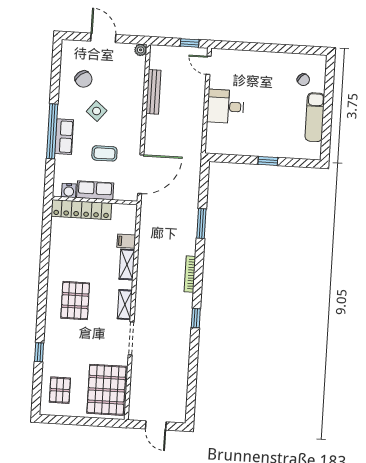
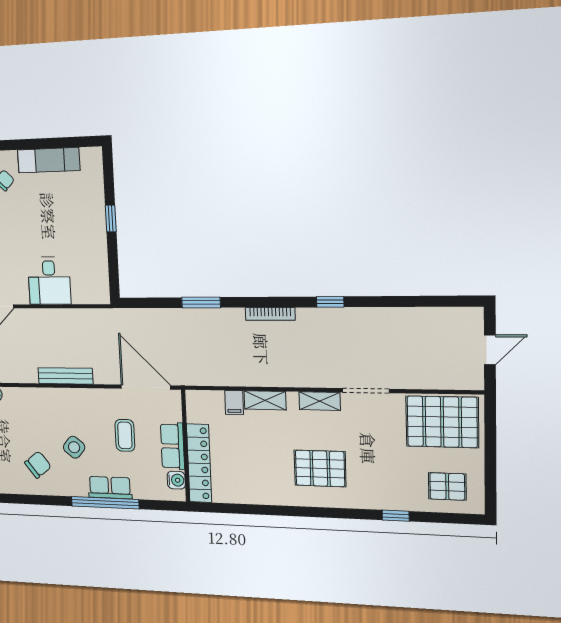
bench: (153, 92) -> (65, 376), moved

